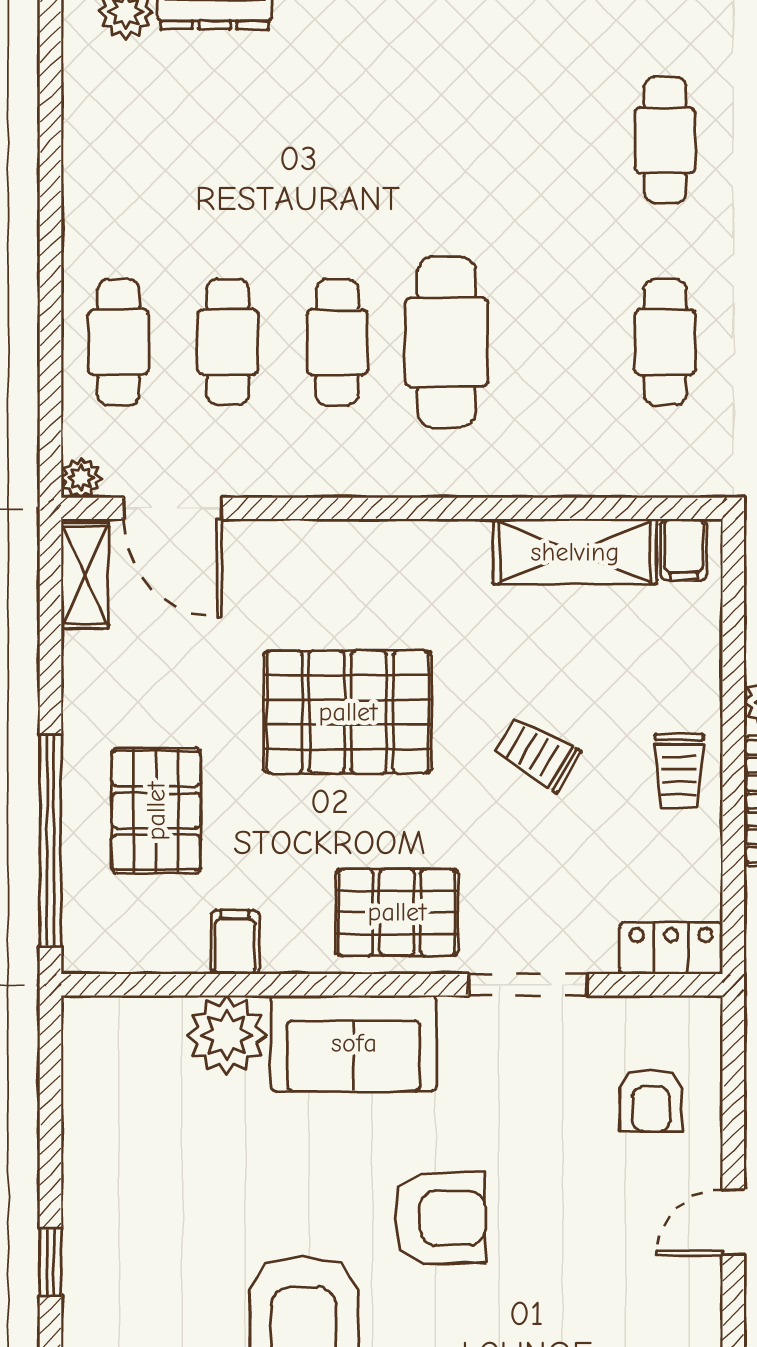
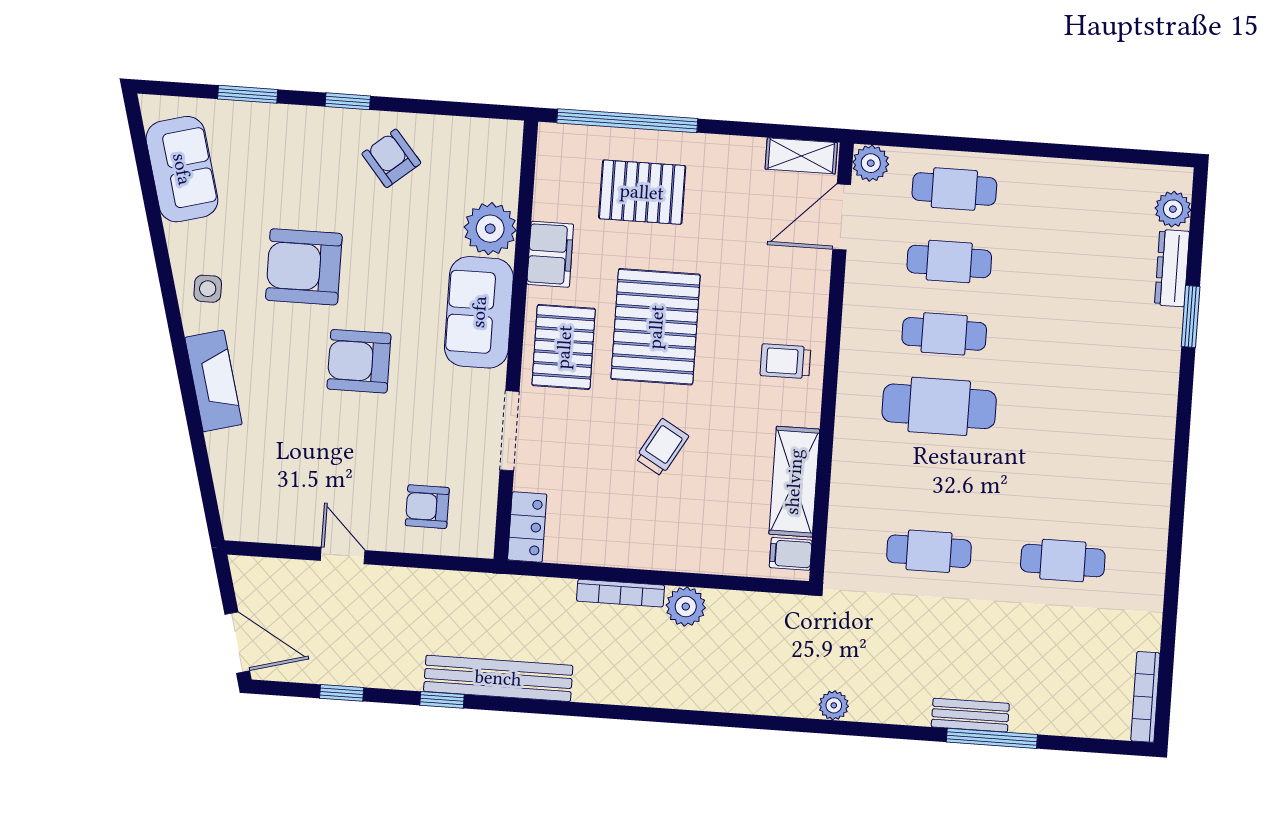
plant: (81, 478) -> (871, 163), width x1.38, depth x1.38
pallet: (348, 712) -> (656, 327), moved
trolley: (679, 771) -> (785, 361), moved
filing cabinet: (235, 942) -> (550, 254), width x2.00
armchair: (132, 1191) -> (391, 158), added
armchair: (440, 1218) -> (359, 361), turned 91

